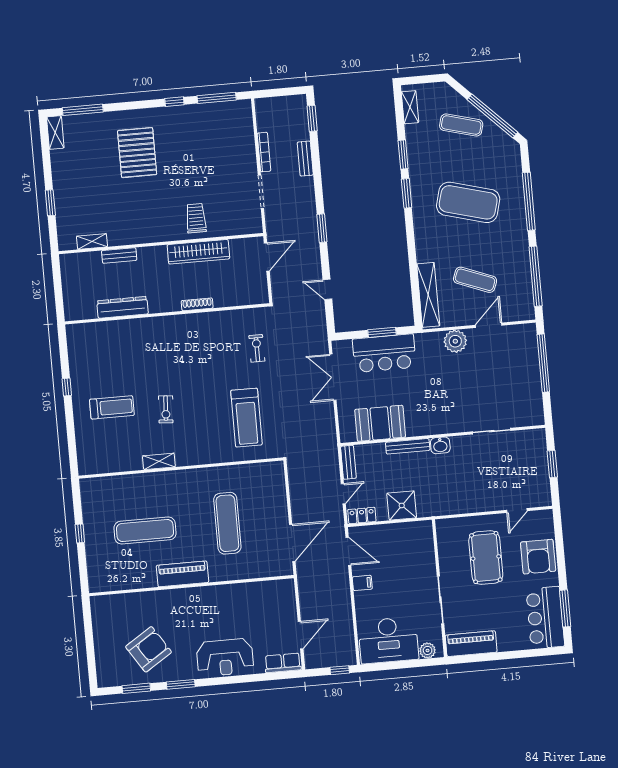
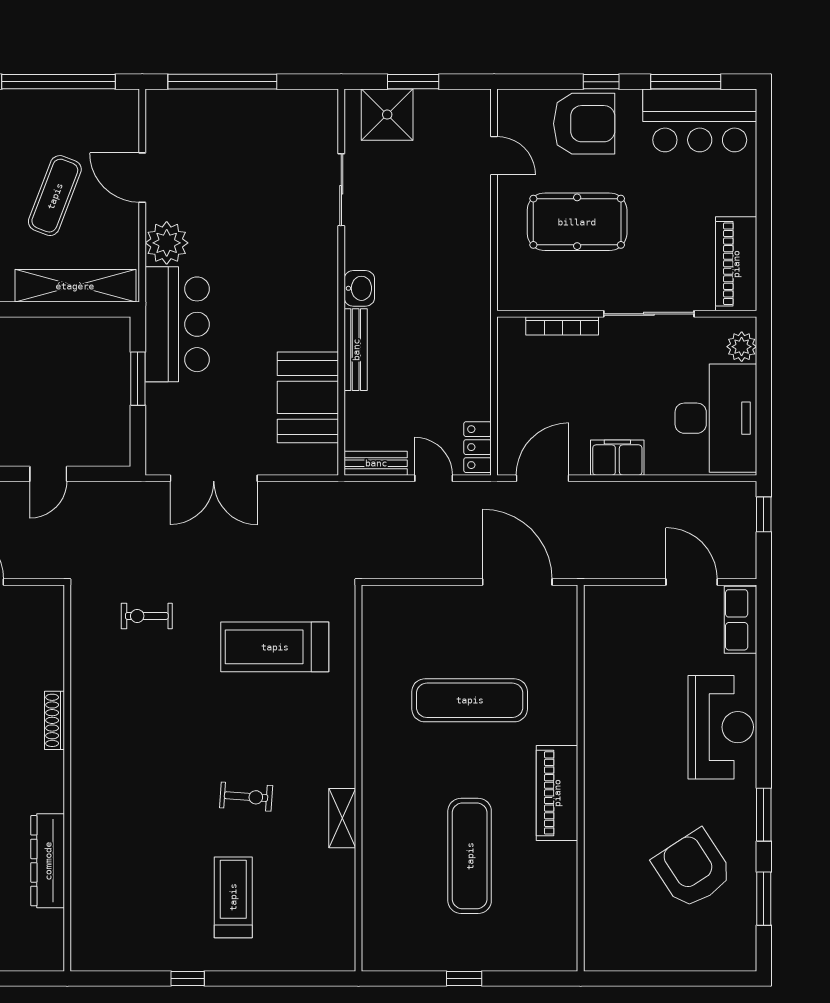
bar counter: (384, 353) -> (177, 324), moved
treadmill: (246, 418) -> (275, 647), turned 180
shower: (402, 505) -> (387, 115), moved
bookcase: (430, 555) -> (562, 326), added
window: (561, 564) -> (601, 82), added
filing cabinet: (362, 583) -> (617, 458), width x2.00

